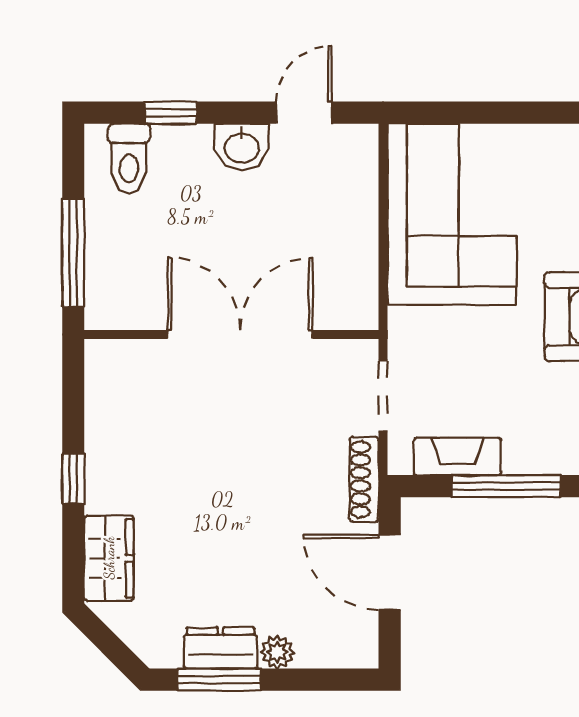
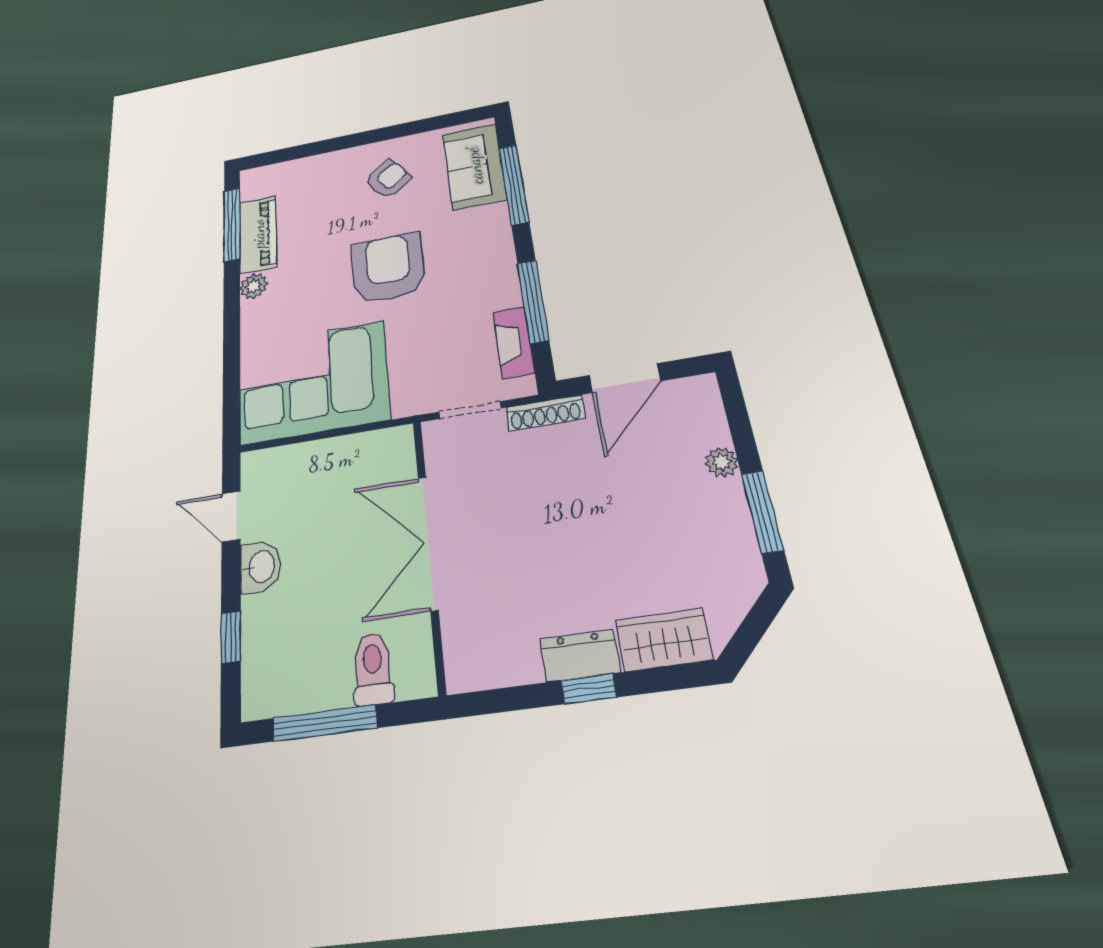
toilet: (129, 158) -> (373, 669), moved, turned -90
window: (73, 253) -> (325, 723), moved
dresser: (220, 648) -> (580, 656), moved, turned 90

